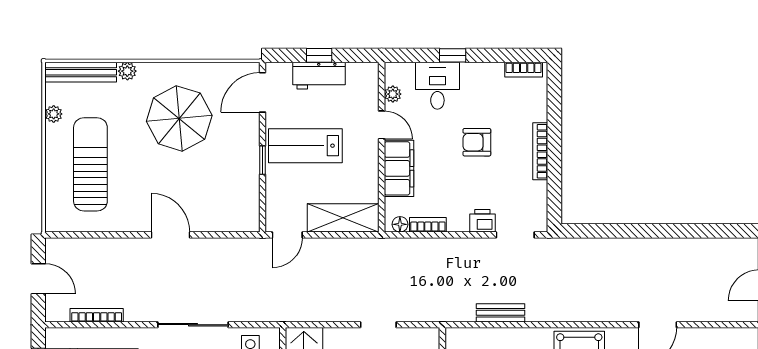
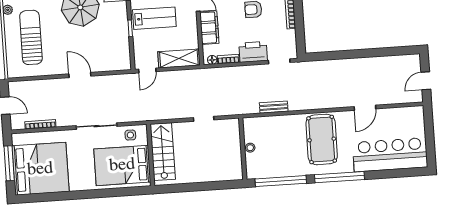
lab bench: (305, 146) -> (154, 18), turned 180
printer: (482, 221) -> (253, 52), width x1.87, depth x1.48

